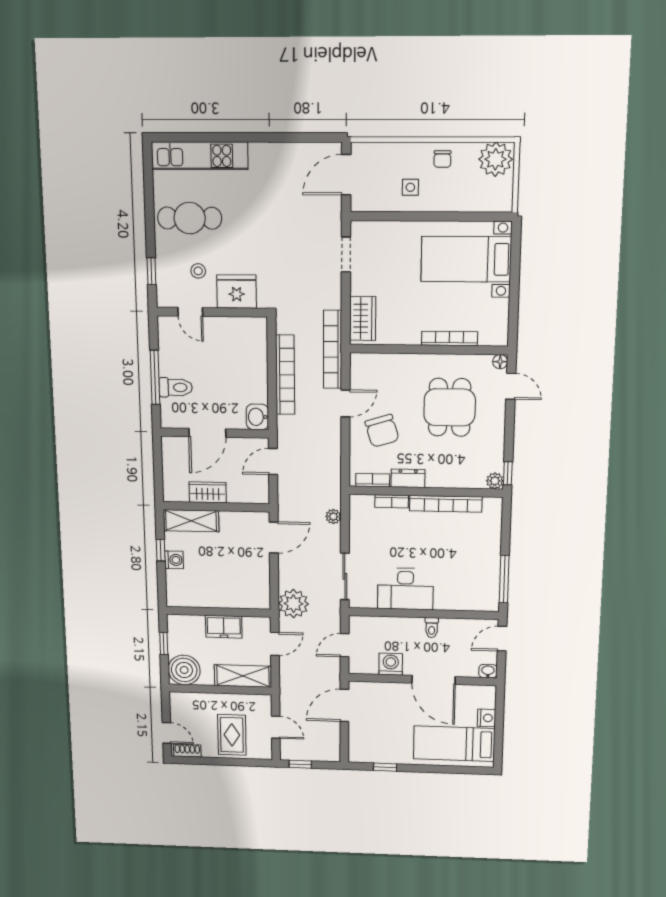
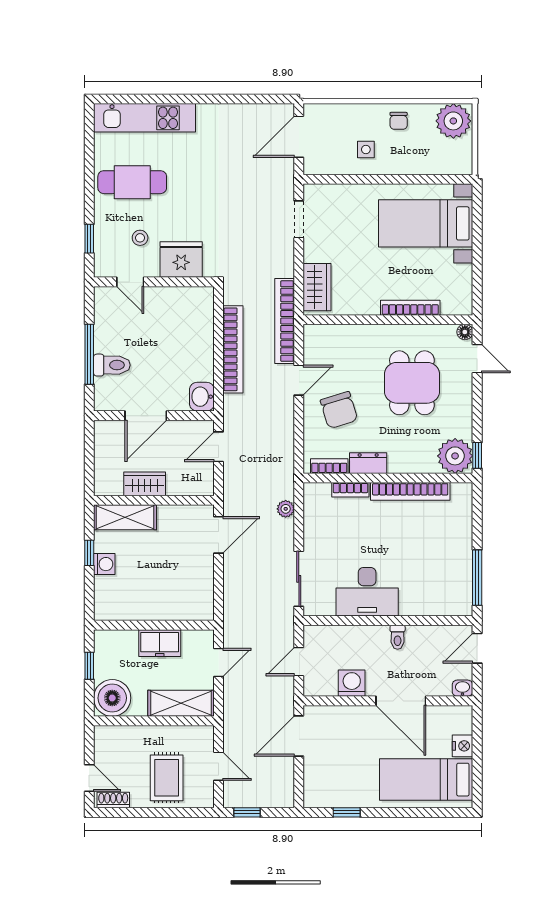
plant: (495, 481) -> (455, 456), width x1.88, depth x1.88
plant: (293, 604) -> (240, 613), removed

